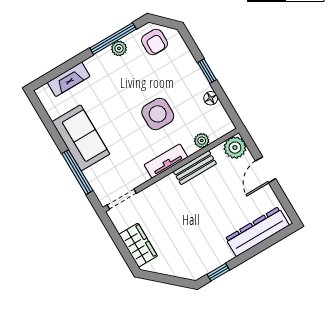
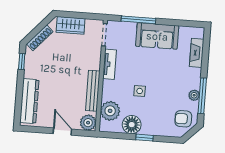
floor lamp: (211, 98) -> (132, 125), width x1.89, depth x1.89
side table: (158, 114) -> (140, 91), width x0.54, depth x0.54
plant: (202, 141) -> (110, 111), width x1.88, depth x1.88
tv unit: (166, 161) -> (109, 64), moved
bench: (195, 168) -> (93, 91), width x1.36
shoe rack: (177, 271) -> (40, 38), added

